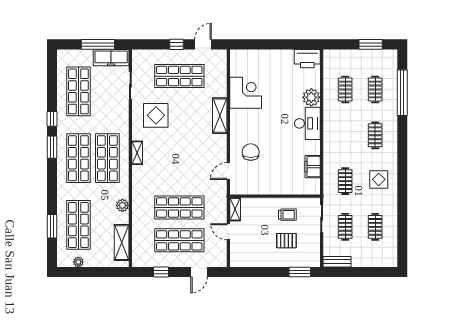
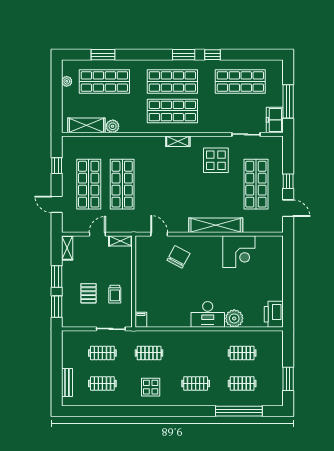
freezer: (111, 58) -> (275, 120), width x0.71
shelving: (220, 116) -> (216, 225), width x1.47
chair: (251, 152) -> (179, 257), turned -62
filing cabinet: (313, 167) -> (141, 320), moved, width x0.50
plant: (122, 205) -> (113, 126), moved
shelving: (242, 262) -> (67, 248), added
bench: (337, 262) -> (67, 382), moved
window: (270, 272) -> (57, 277), added

